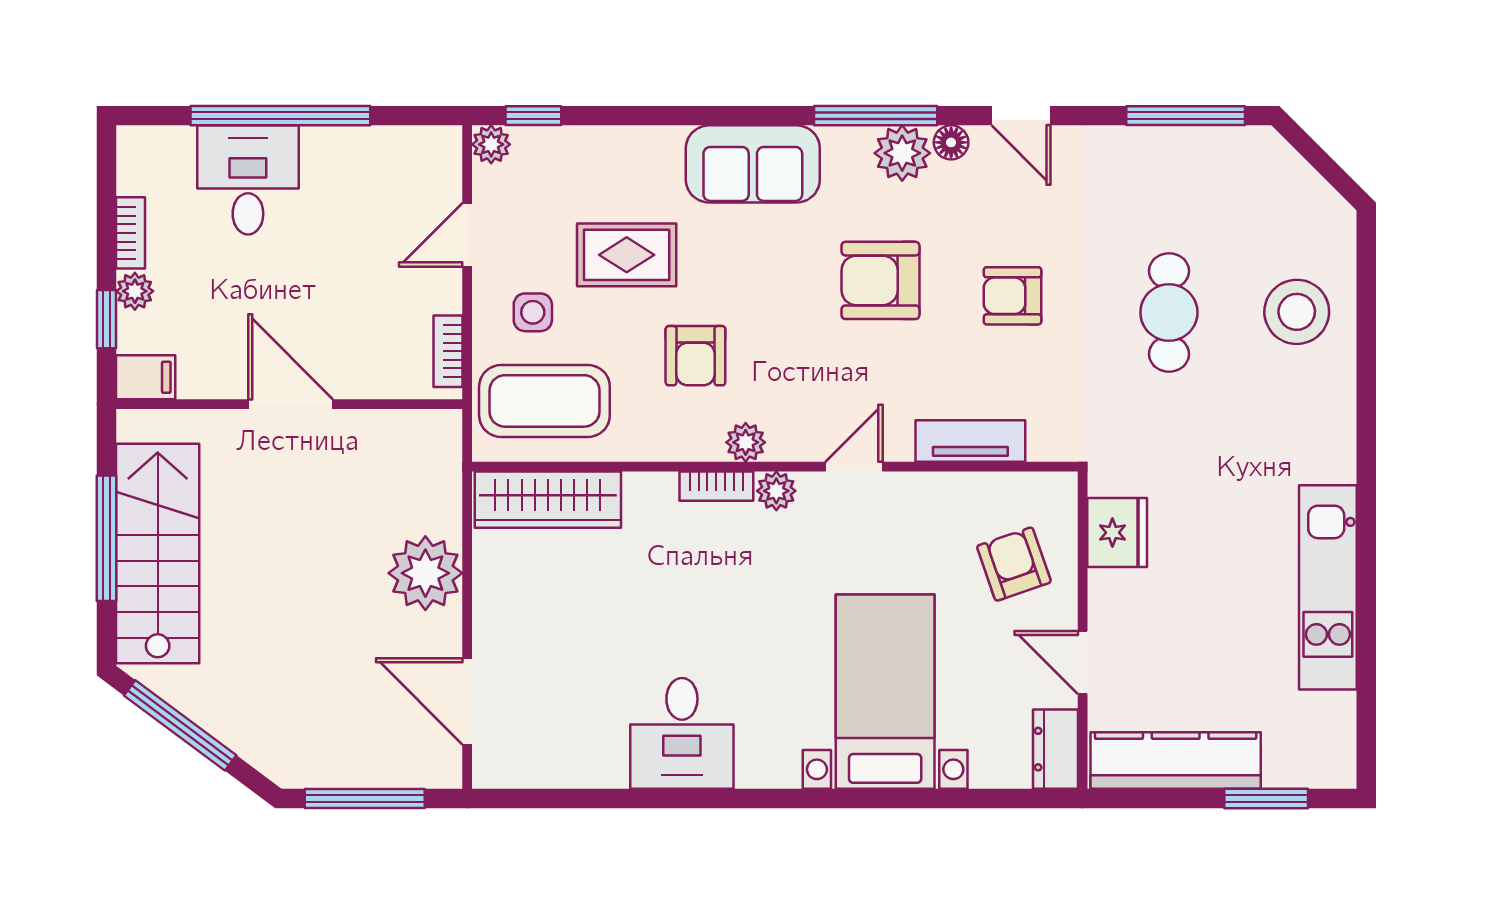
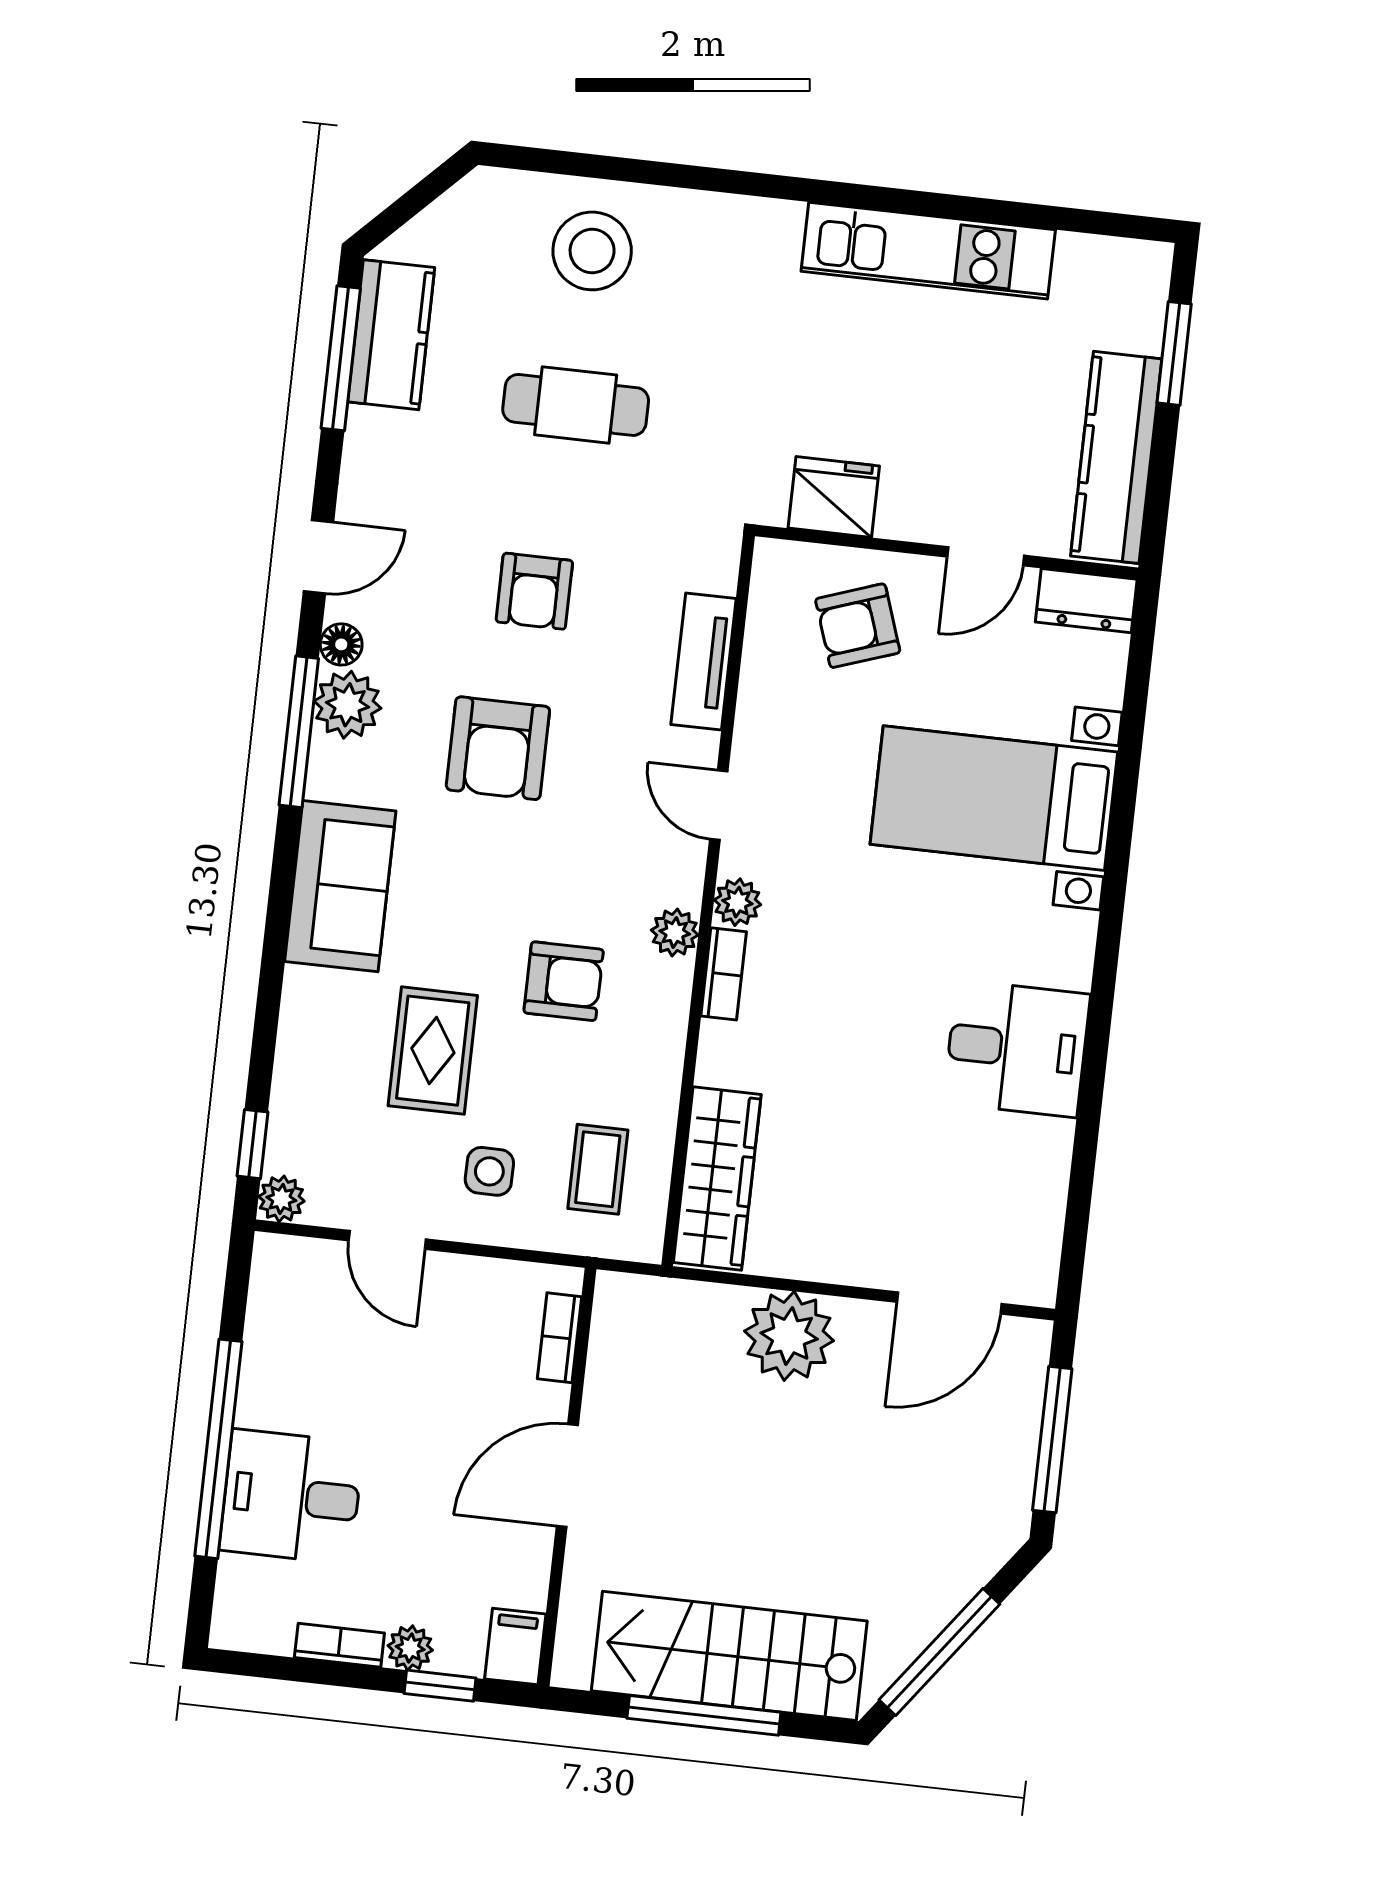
kitchen counter: (1210, 155) -> (391, 335), added
bookcase: (448, 351) -> (559, 1338), moved, turned 90
coffee table: (544, 401) -> (598, 1169), width x0.54, depth x0.58

